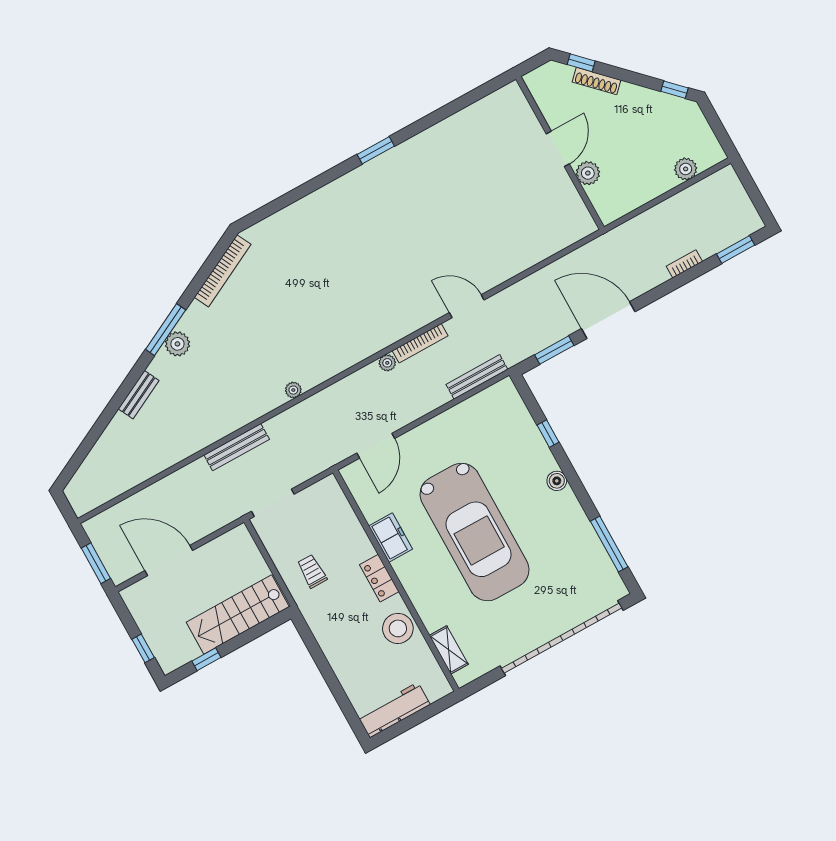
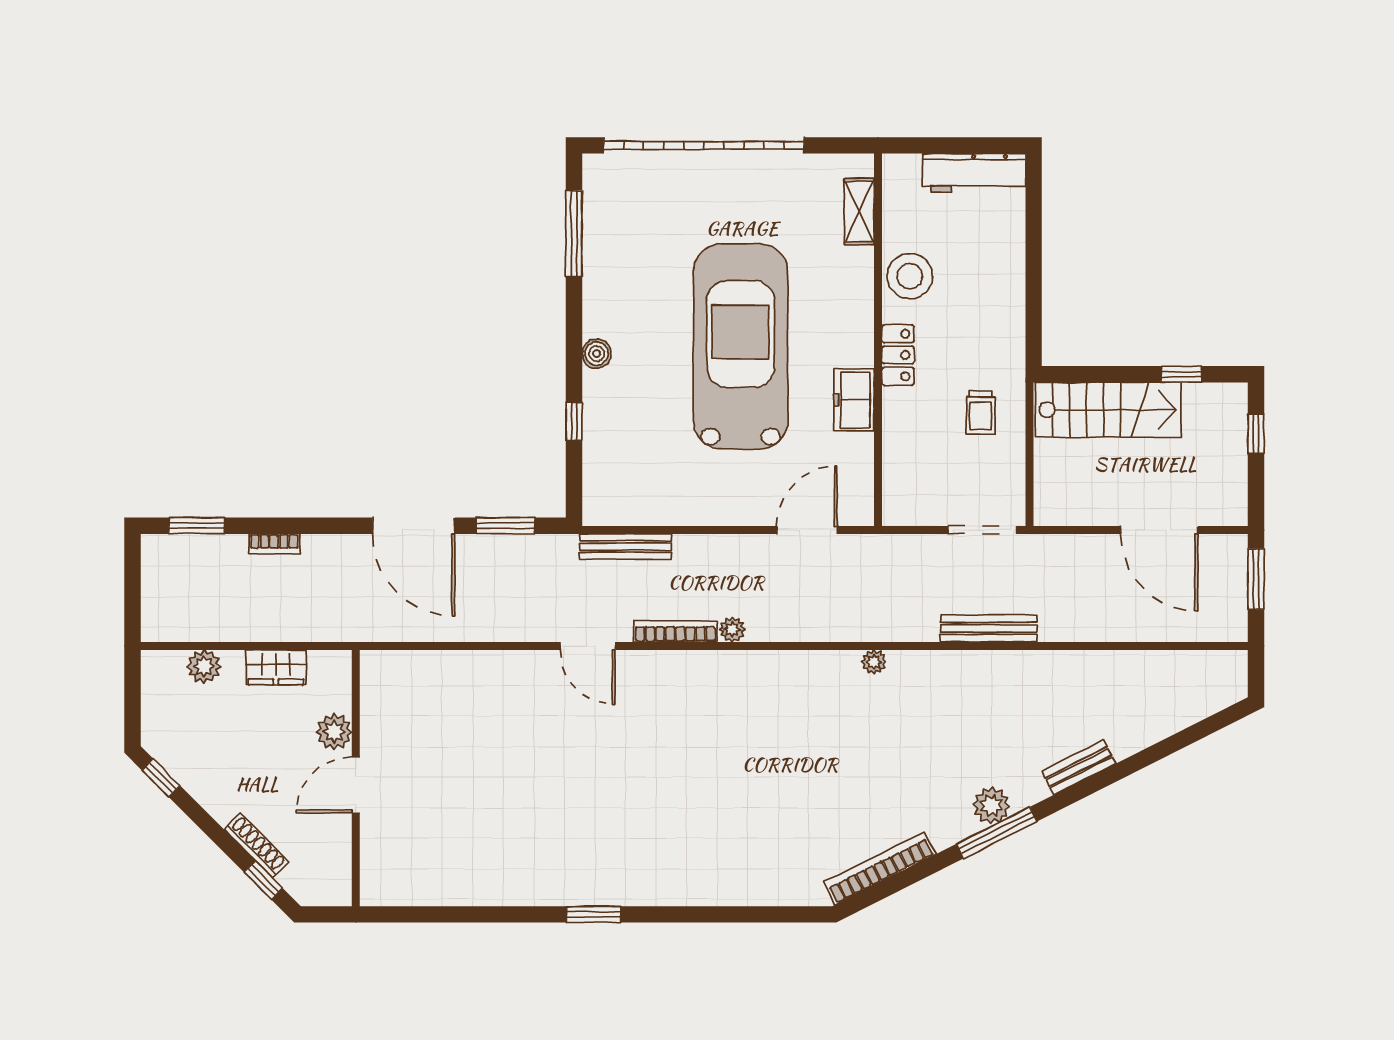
wardrobe: (643, 192) -> (276, 667), added

